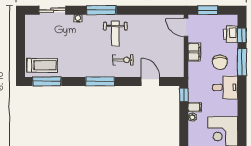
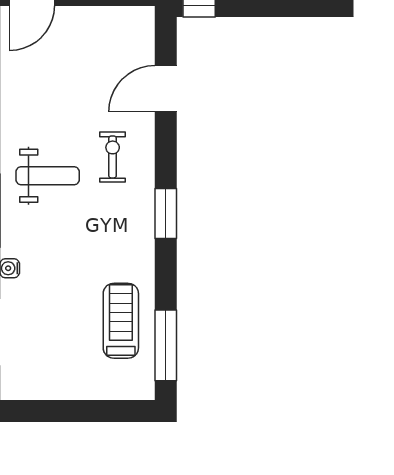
treadmill: (42, 65) -> (121, 321), moved
window: (100, 81) -> (166, 213), width x0.69

